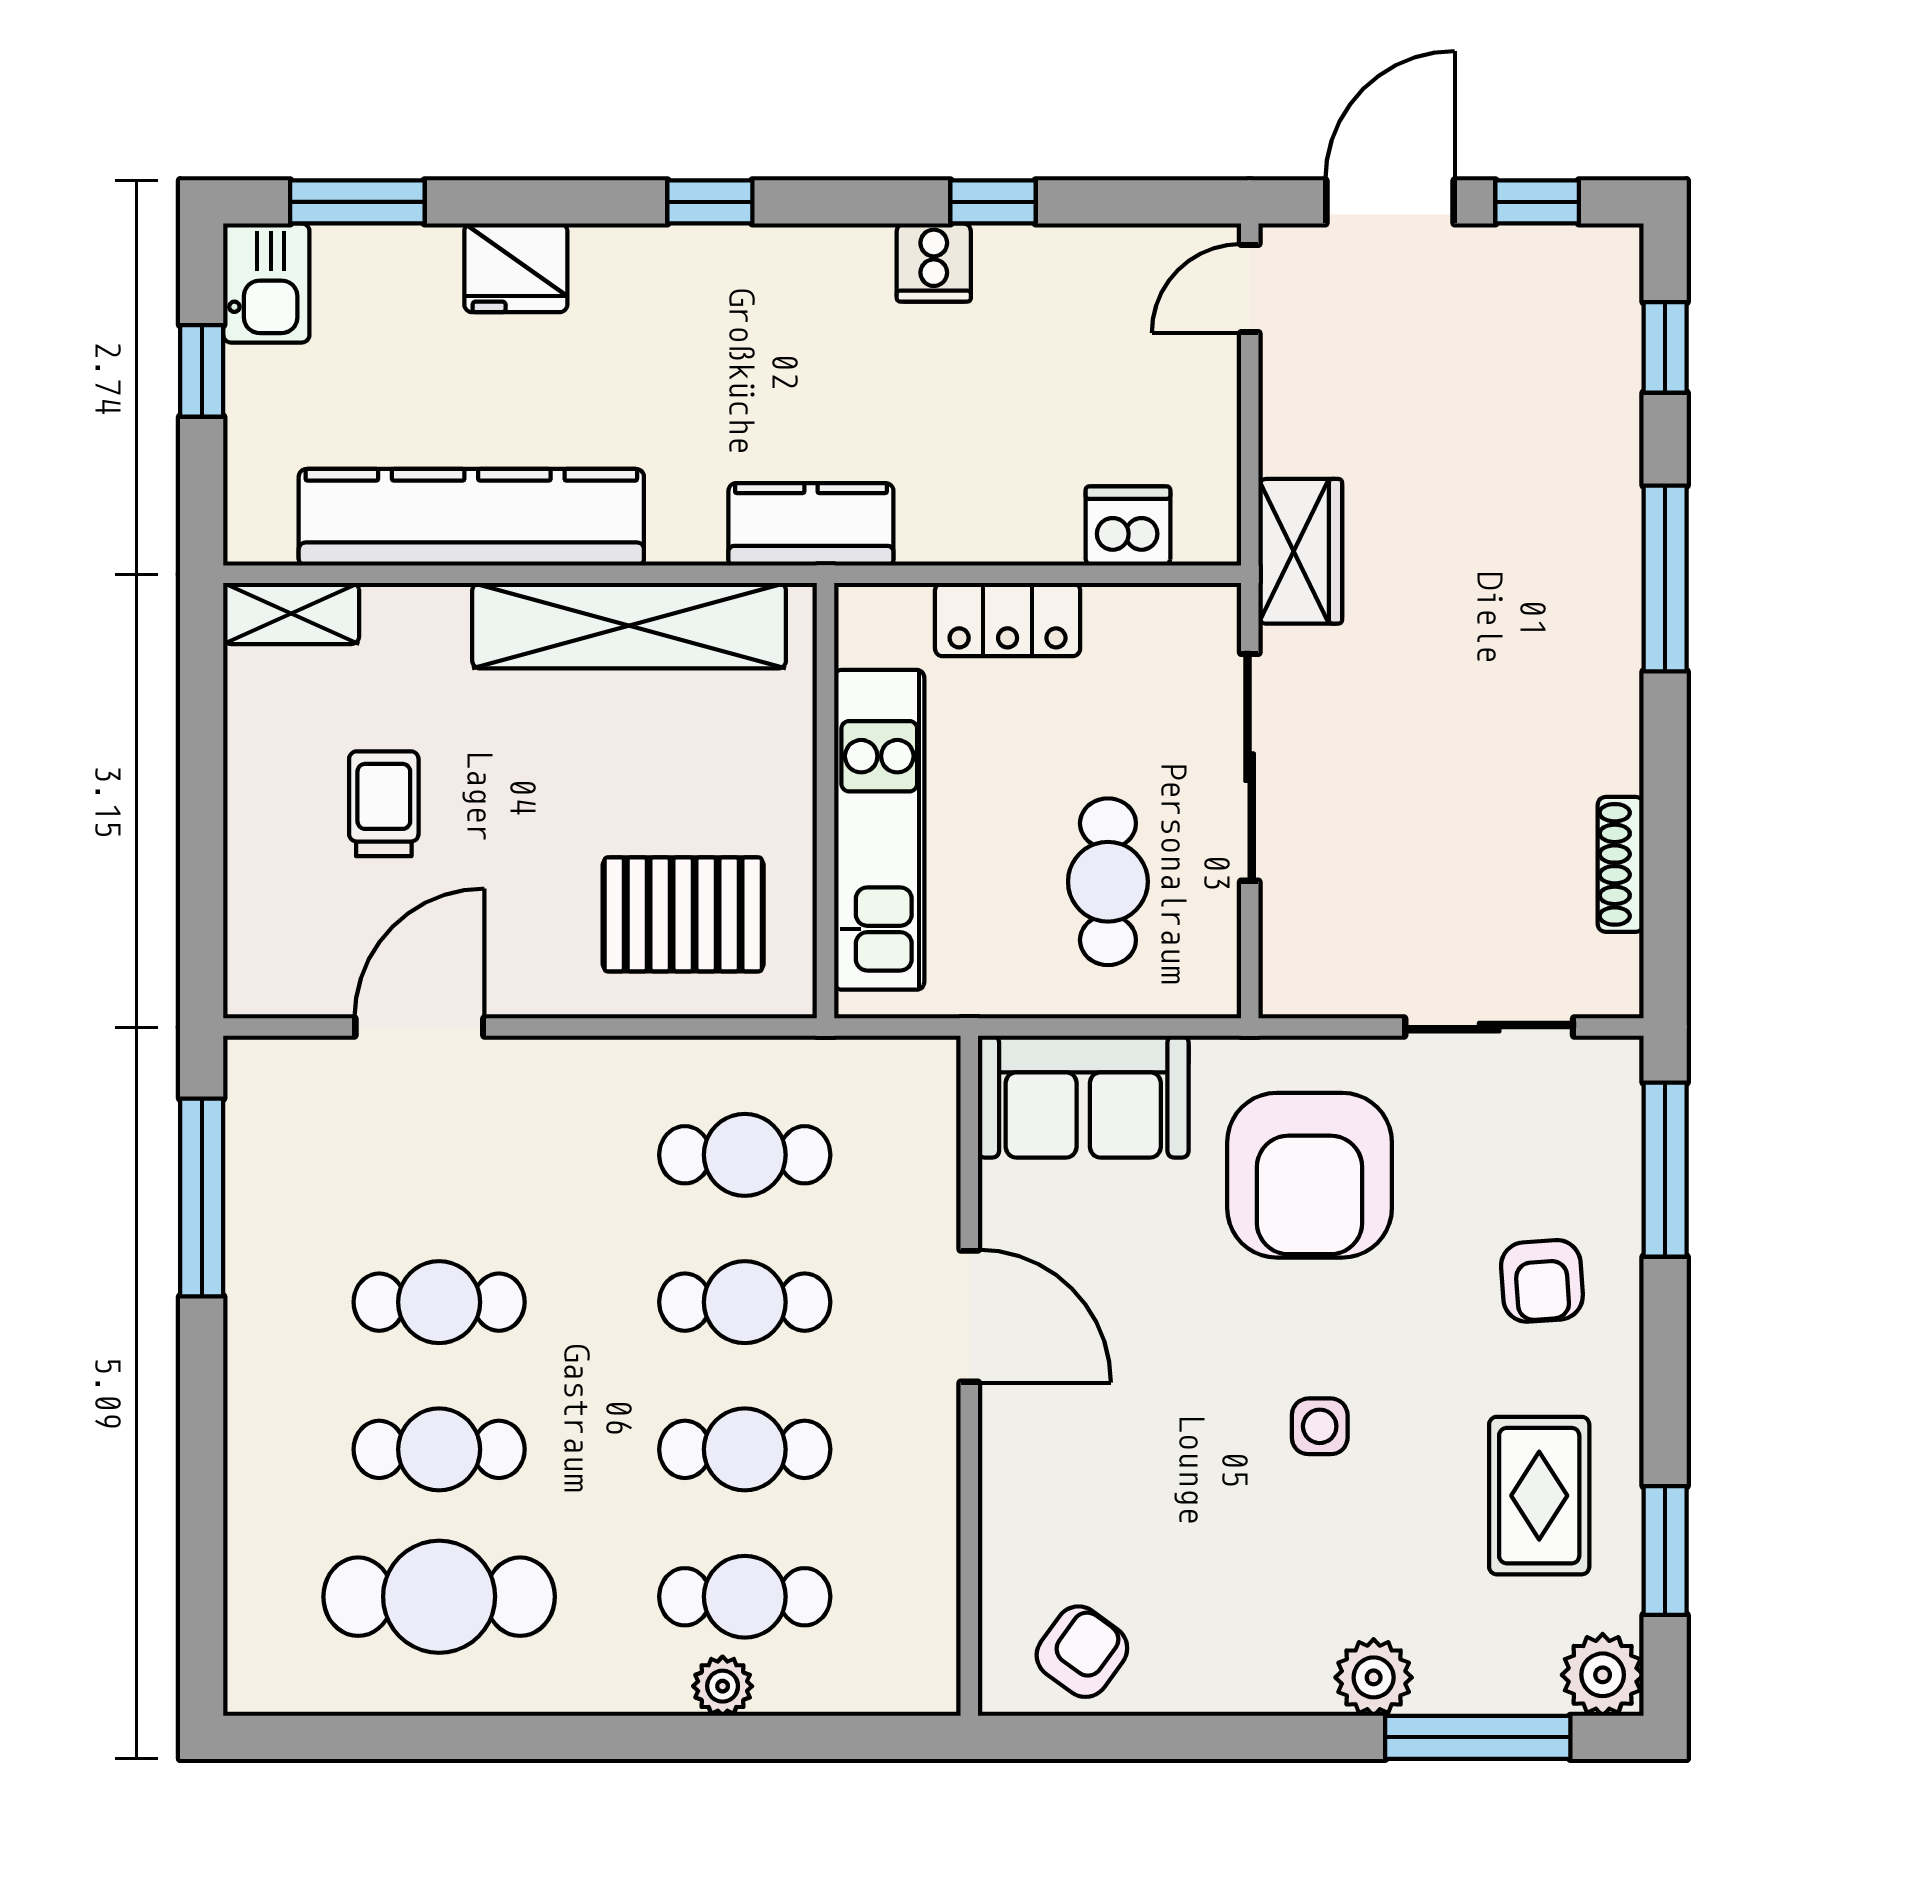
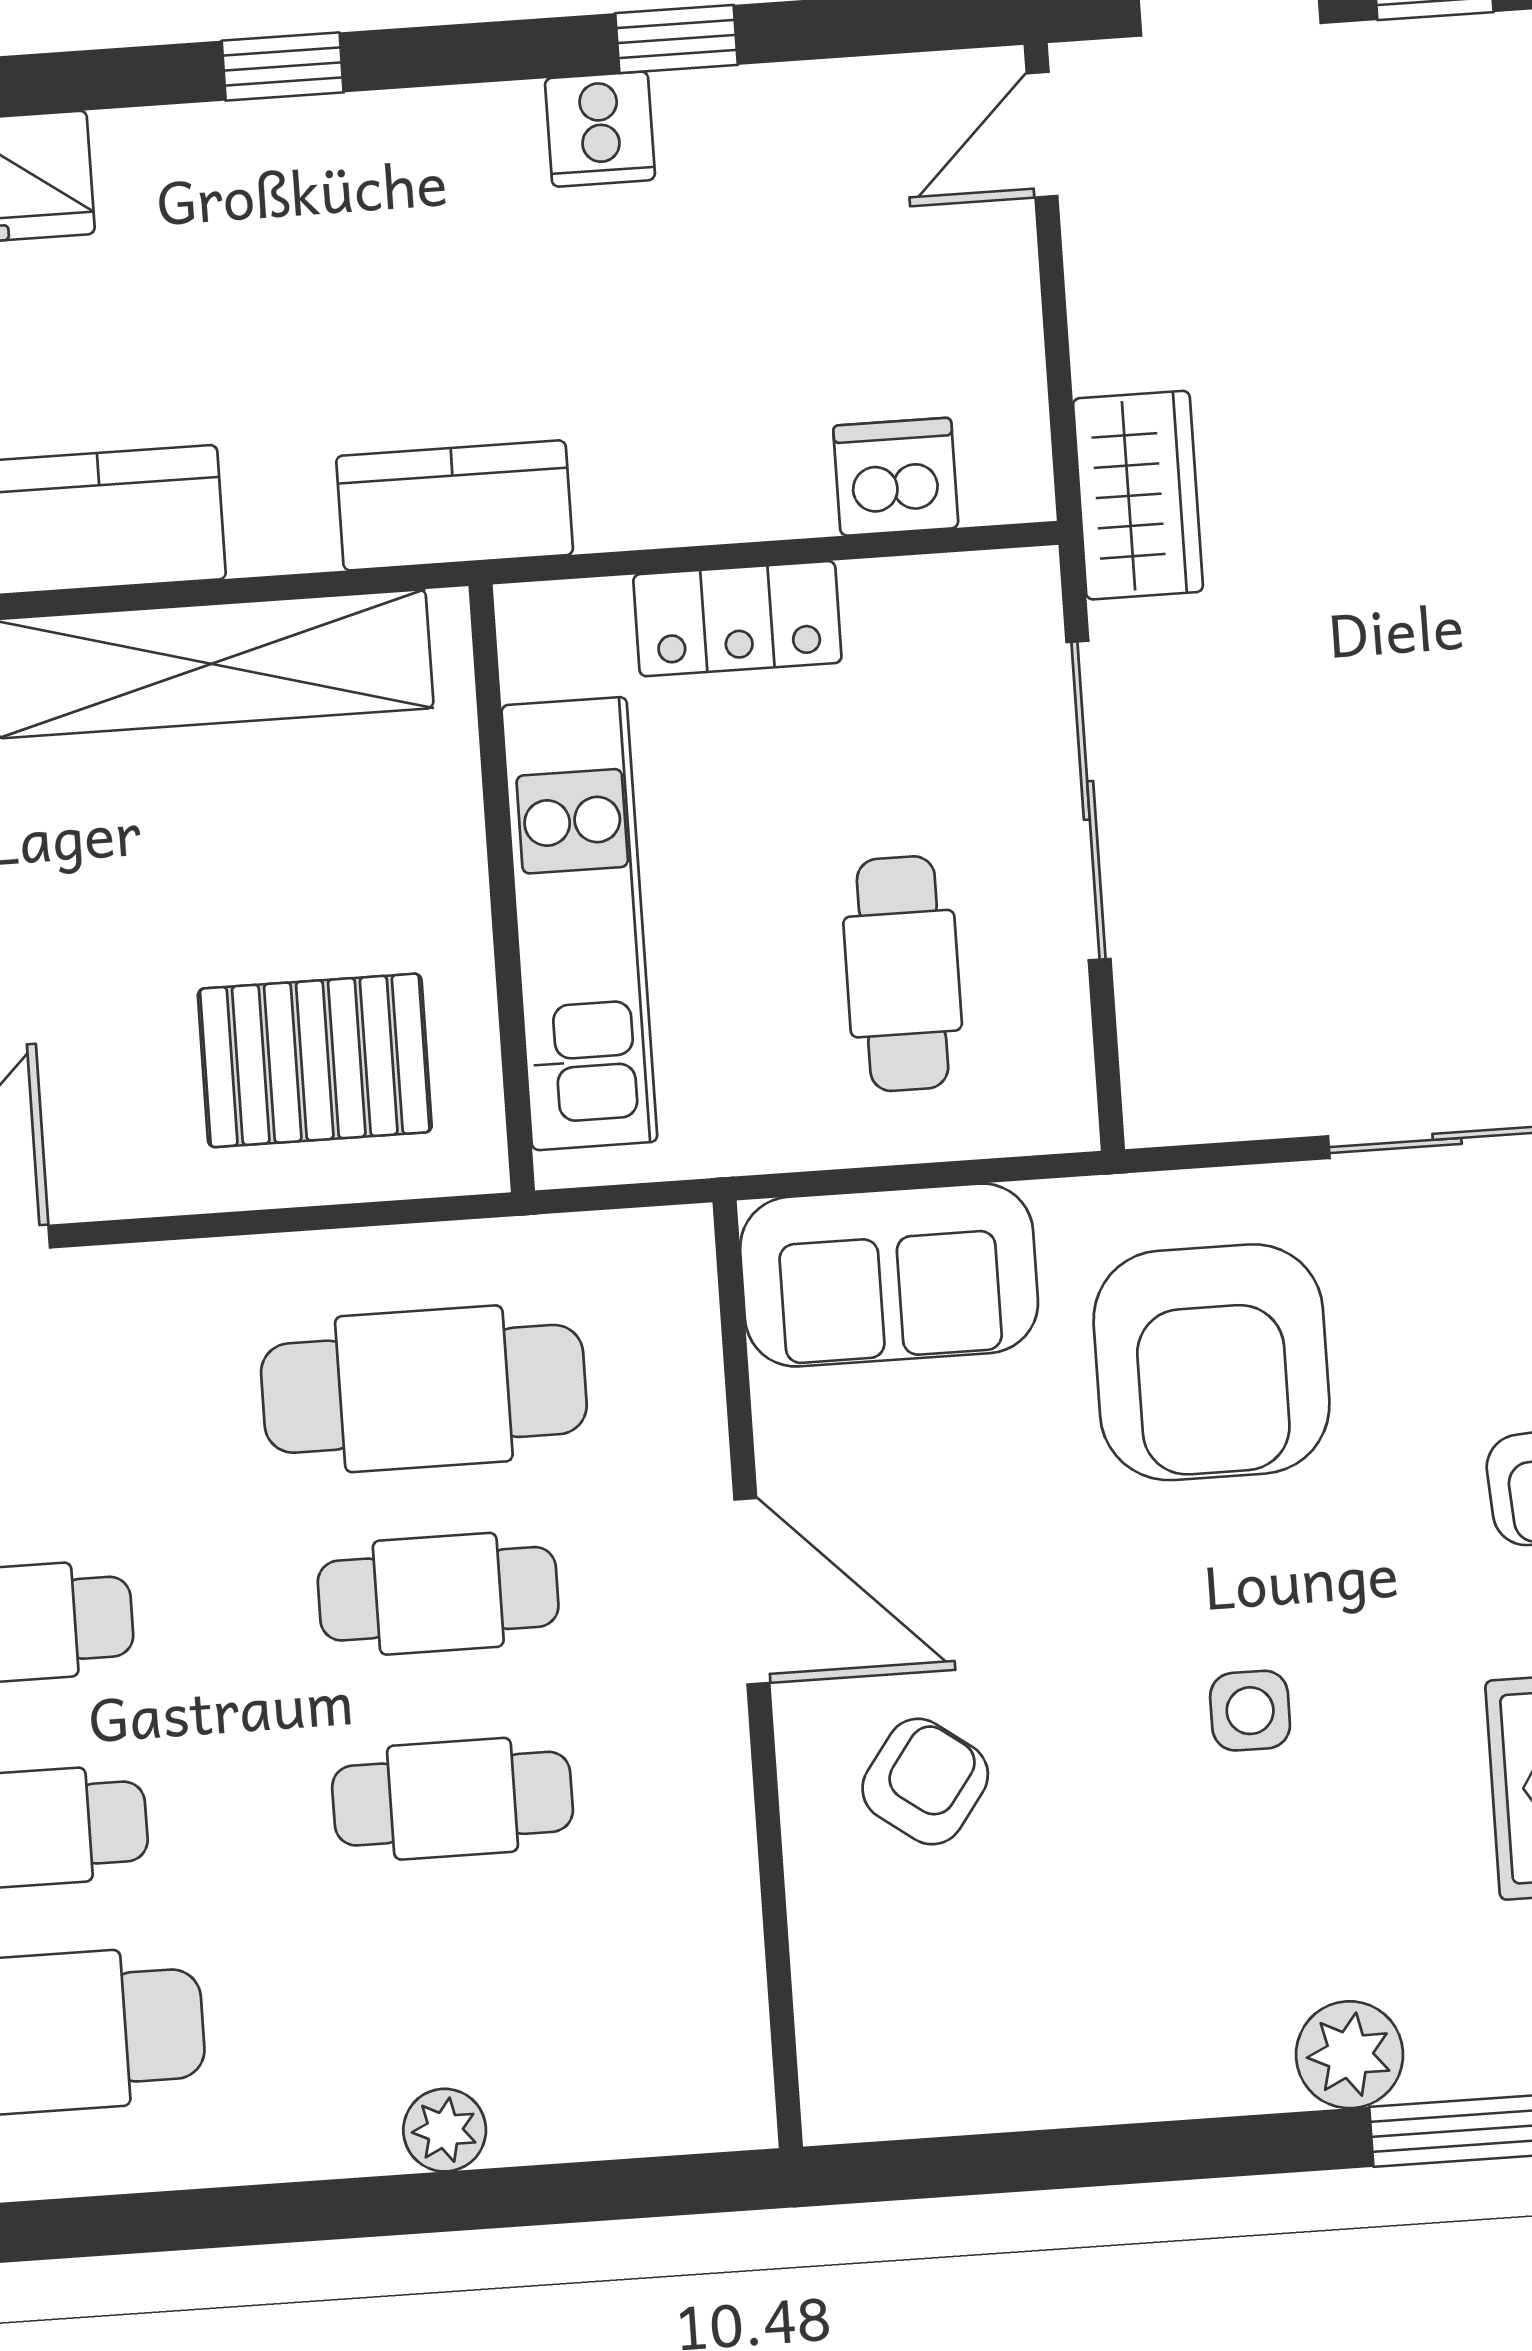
cafe table: (745, 1155) -> (424, 1389), width x1.37, depth x1.35
cafe table: (745, 1597) -> (467, 2004), removed
armchair: (1082, 1652) -> (925, 1782), moved

